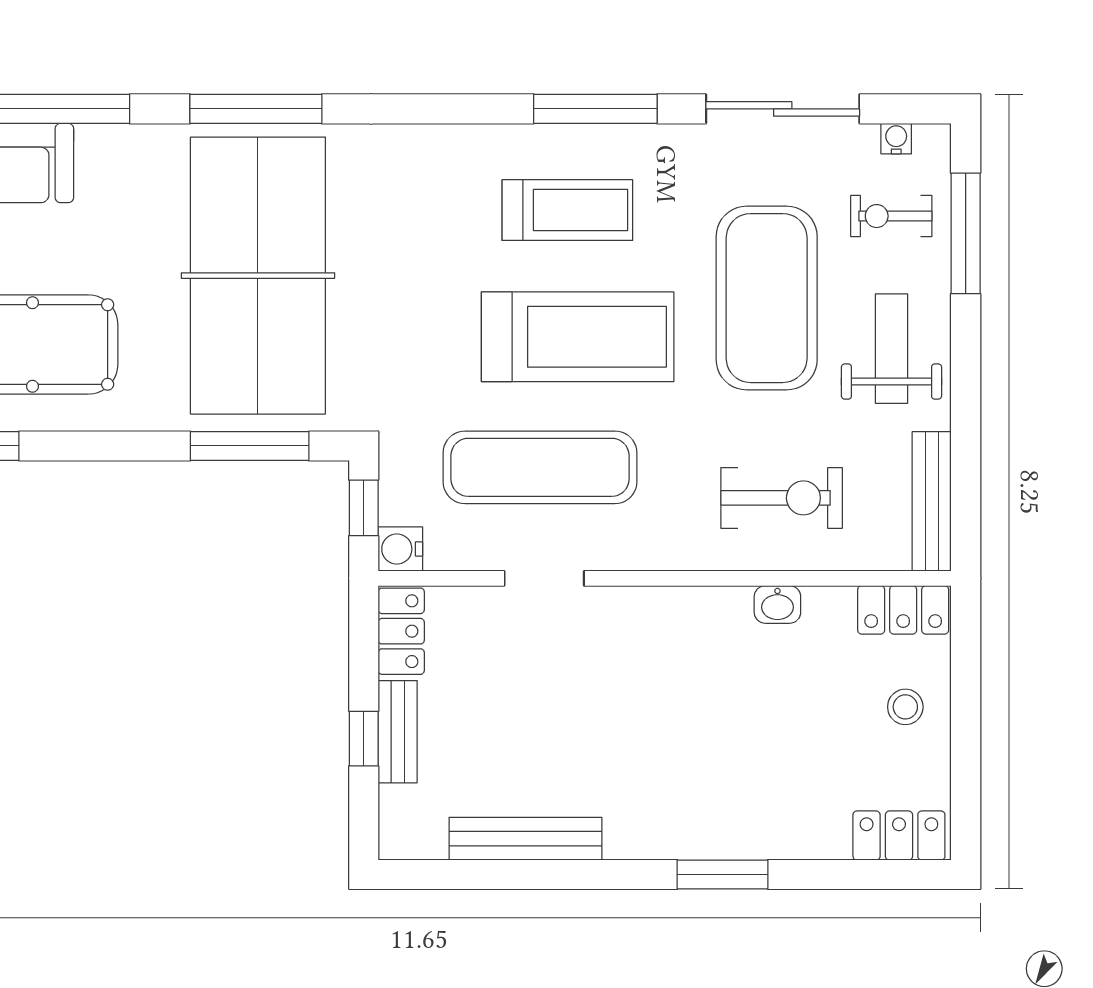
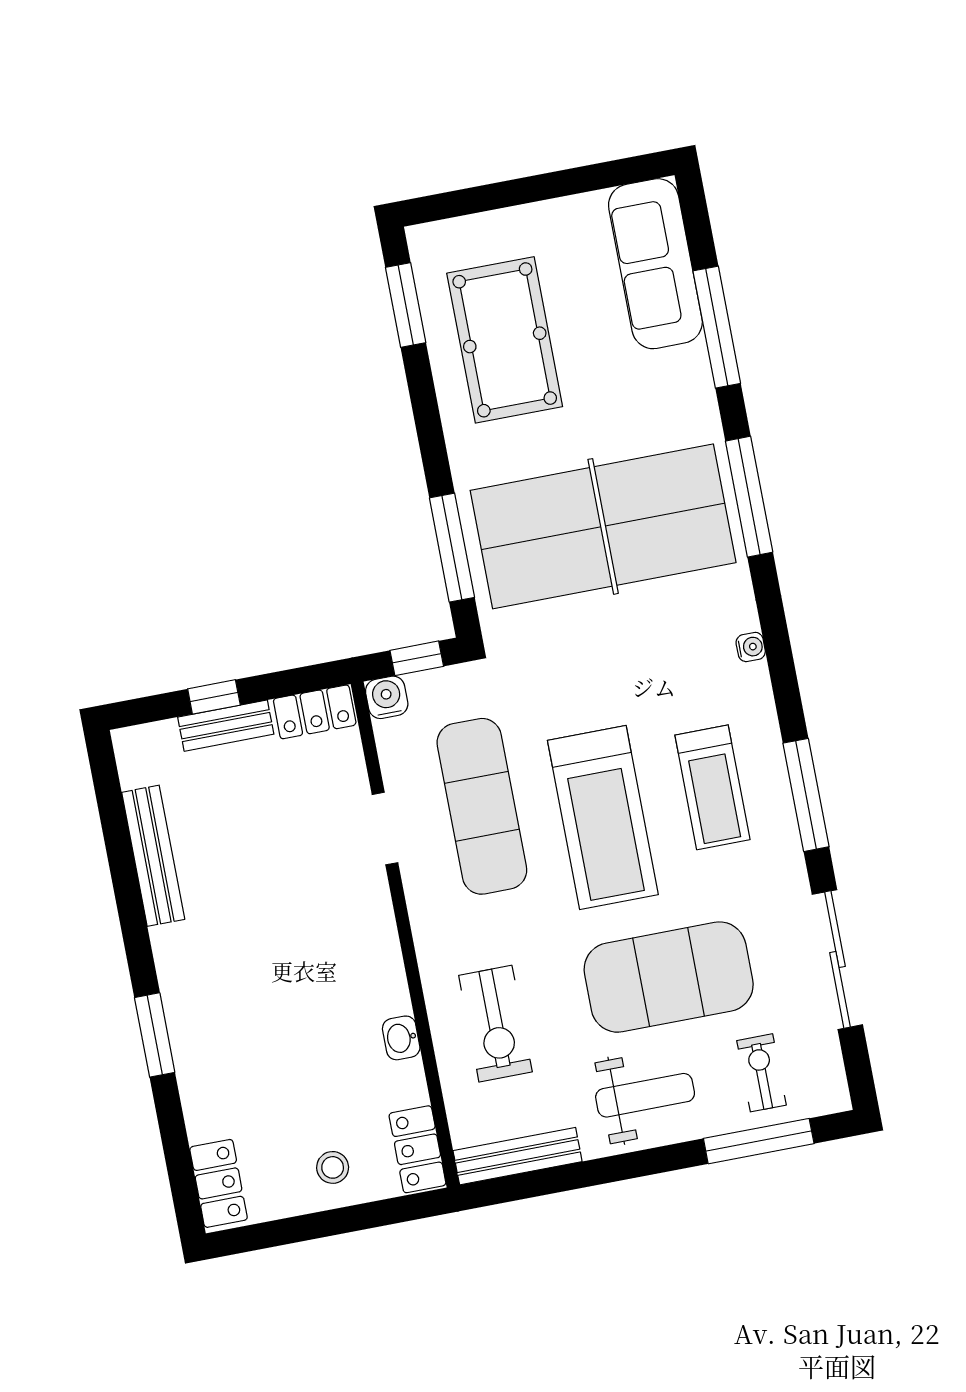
water cooler: (896, 139) -> (751, 647), moved

